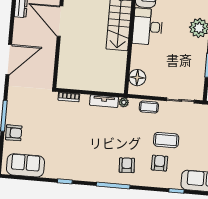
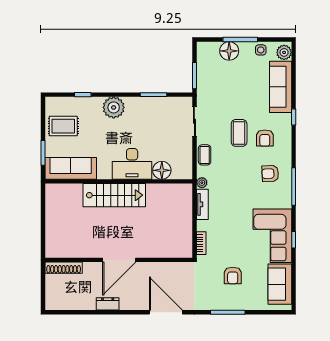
desk: (148, 27) -> (132, 164), moved
floor lamp: (137, 78) -> (162, 170), moved
armchair: (14, 133) -> (233, 275), moved, turned 180
corner sofa: (70, 162) -> (272, 236), added
armchair: (160, 163) -> (265, 138), turned -90

